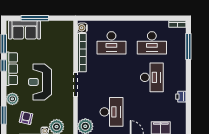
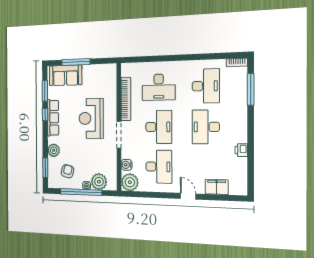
water cooler: (82, 28) -> (127, 165), moved
desk: (152, 43) -> (206, 86), turned -90
desk: (111, 77) -> (159, 127), added
desk: (152, 77) -> (206, 127), turned 180
reception desk: (40, 82) -> (91, 118), moved

